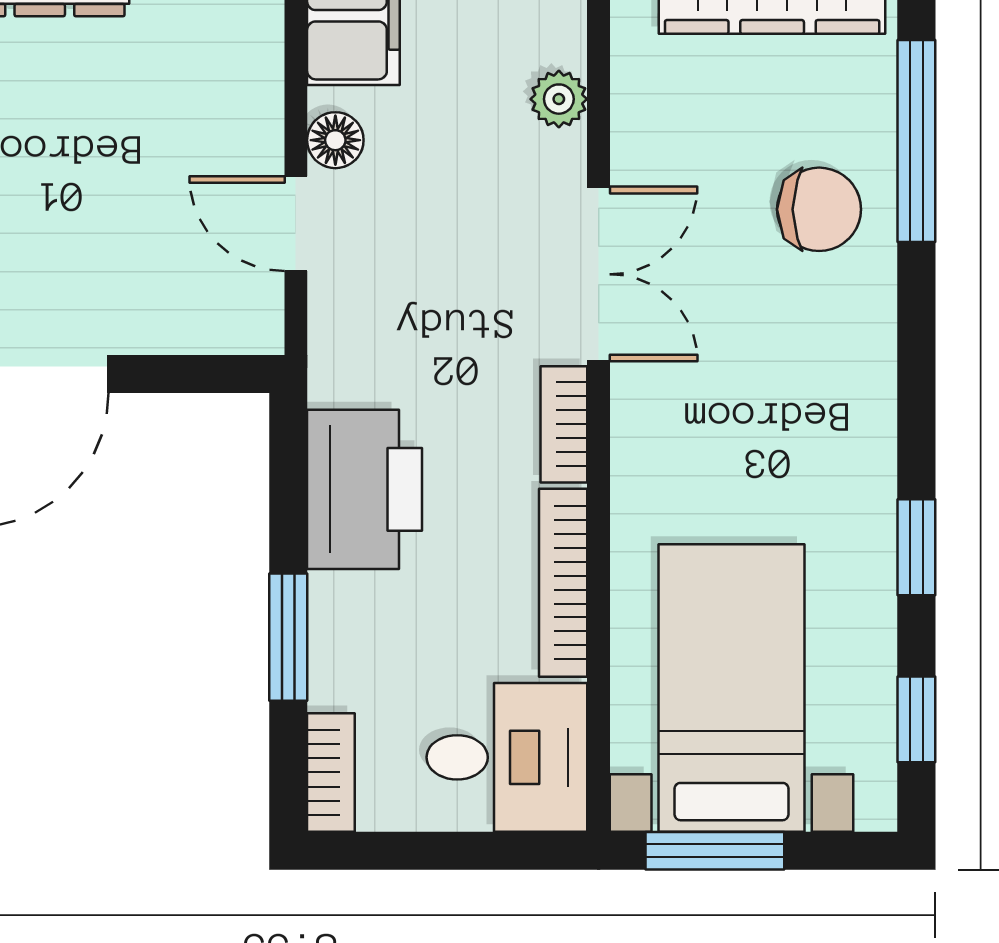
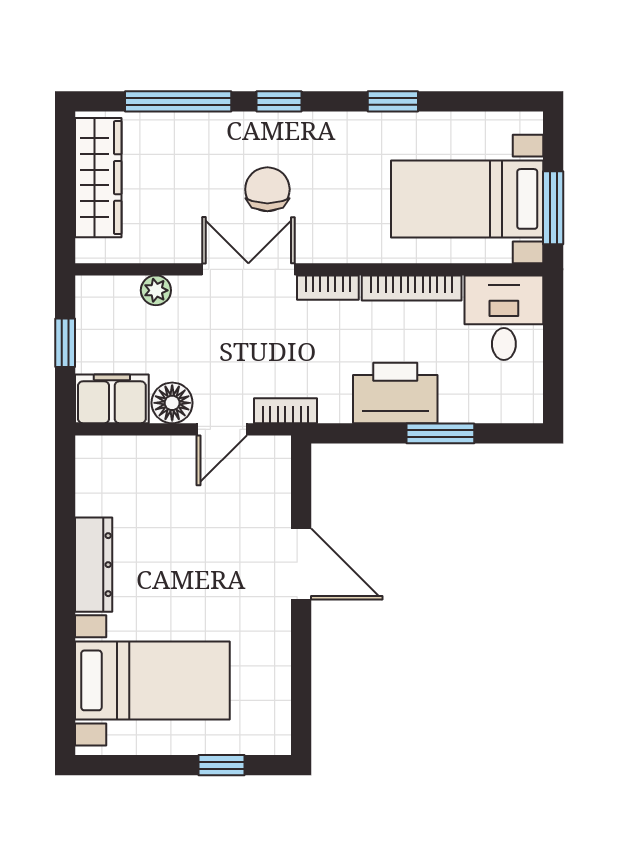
floor lamp: (335, 140) -> (172, 403), width x1.37, depth x1.37
chair: (819, 209) -> (267, 189), moved
printer: (365, 489) -> (395, 393), moved
window: (916, 719) -> (279, 101), moved
bookcase: (331, 772) -> (285, 411), moved

